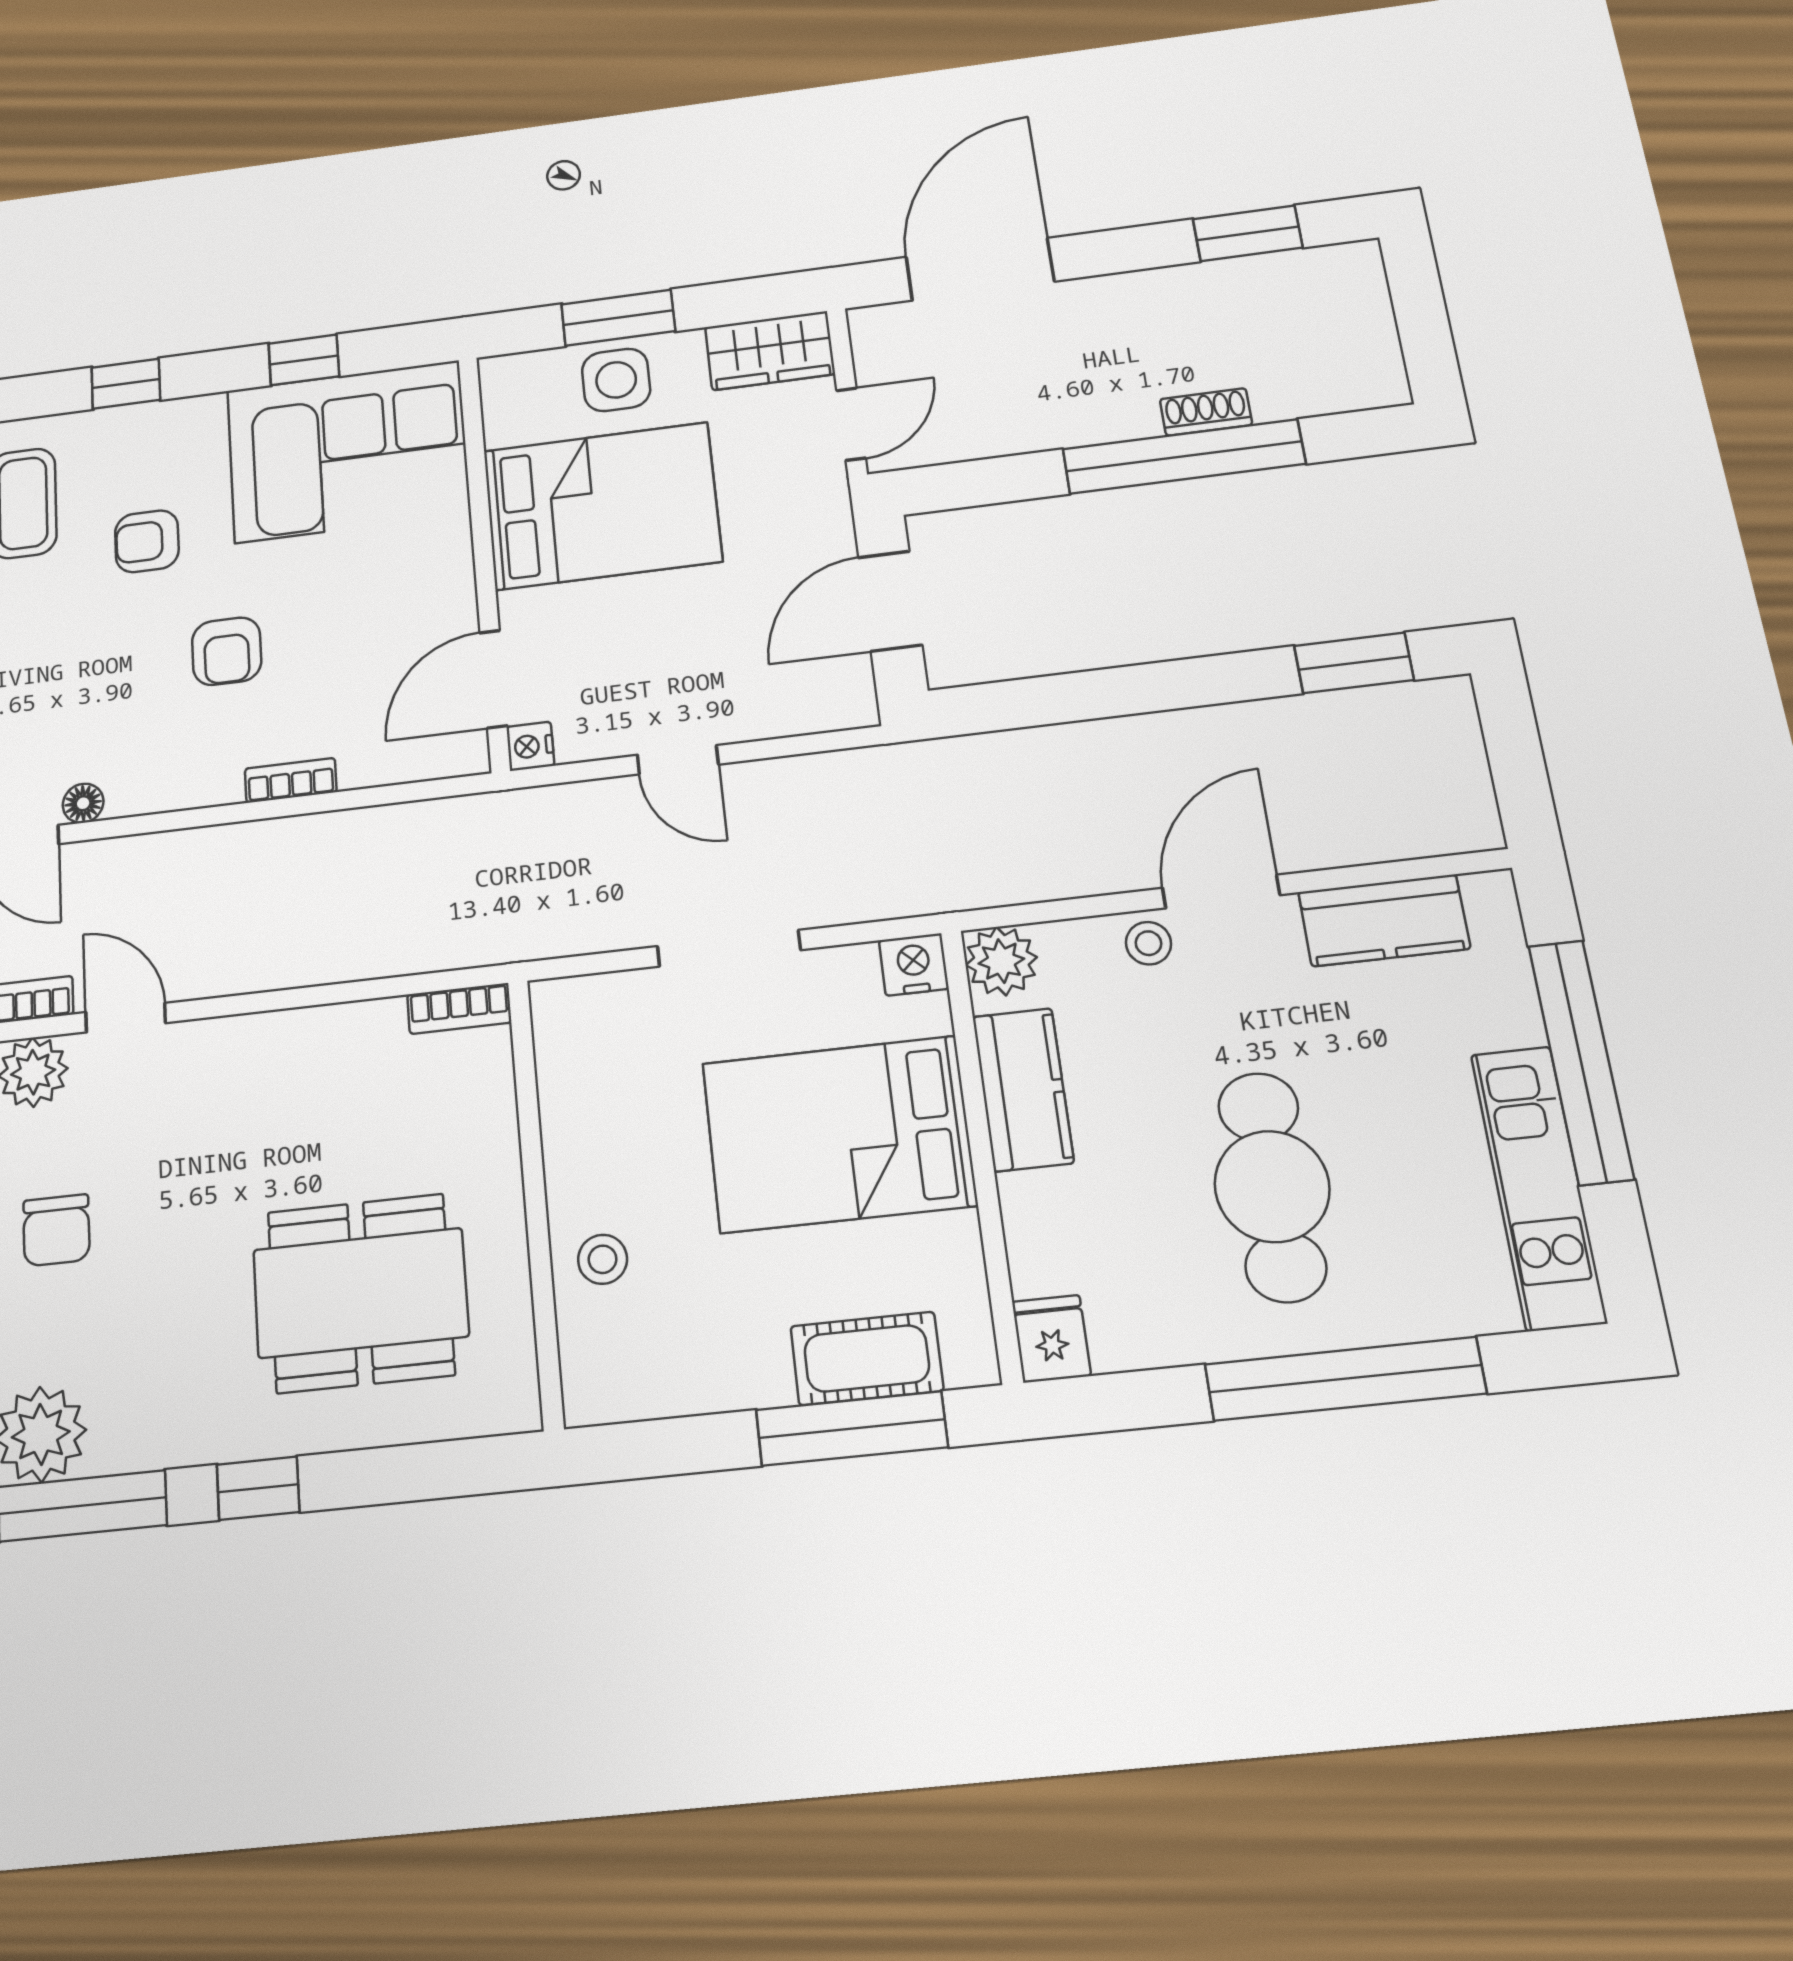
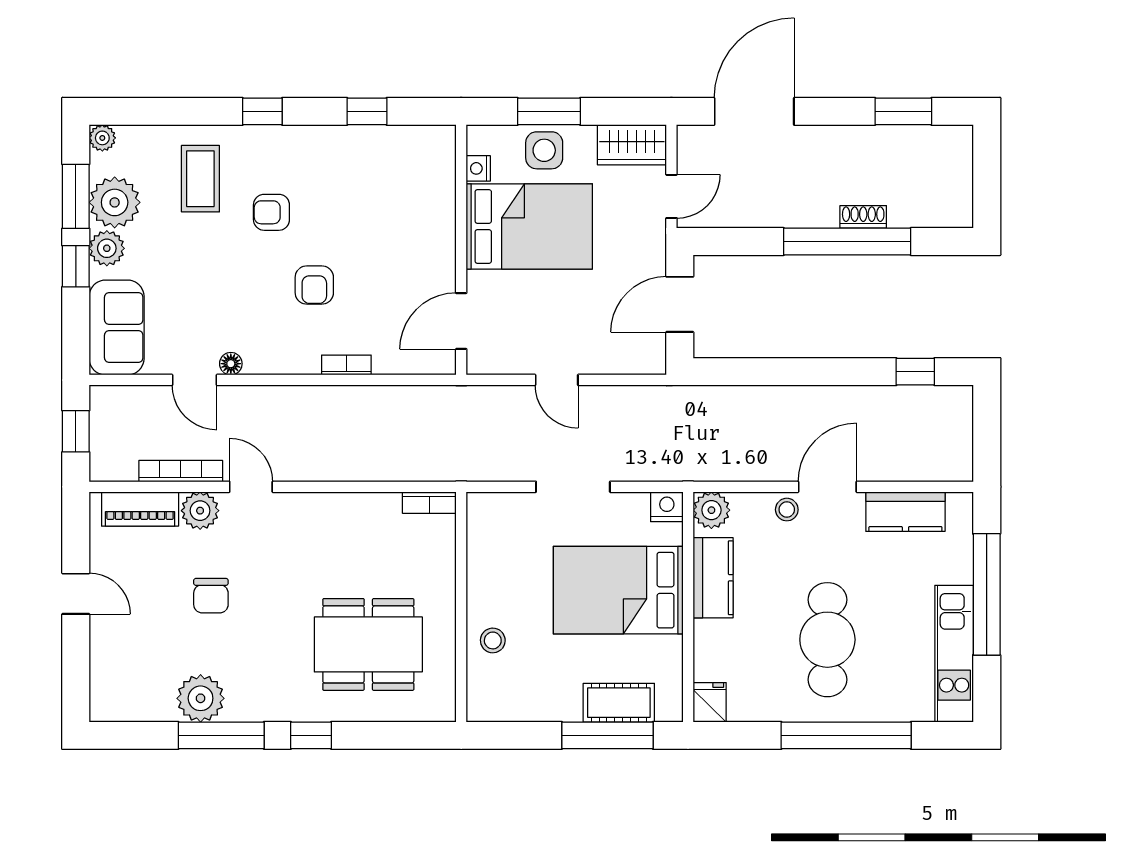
corner sofa: (348, 451) -> (389, 173), removed
window: (1354, 663) -> (915, 372), width x0.67
nightstand: (530, 746) -> (478, 168), moved

